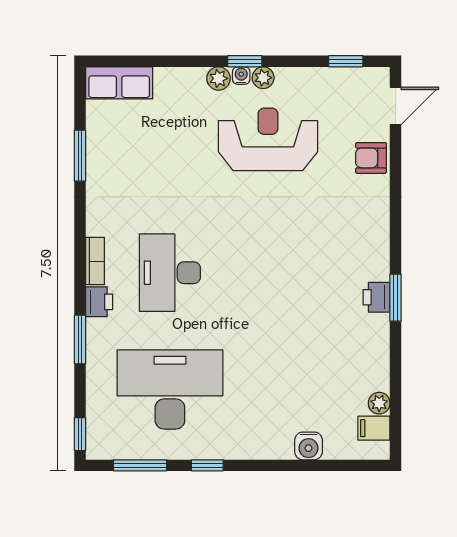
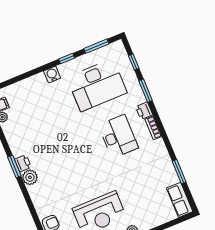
row of seats: (119, 83) -> (180, 200), moved, turned -90
plant: (374, 264) -> (30, 177), added
window: (80, 434) -> (134, 62), moved
water cooler: (309, 446) -> (52, 74), moved

